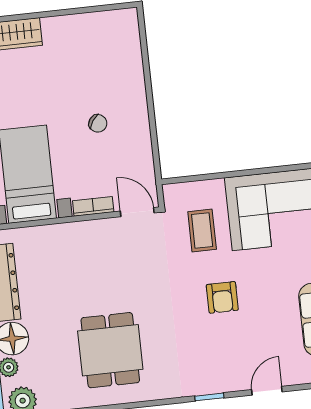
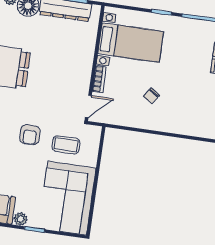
armchair: (222, 297) -> (30, 135), moved, turned -90

